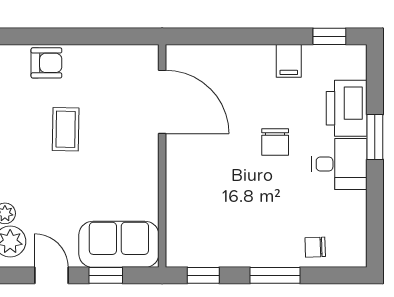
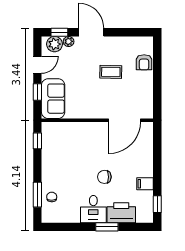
window: (275, 275) -> (37, 195), moved

